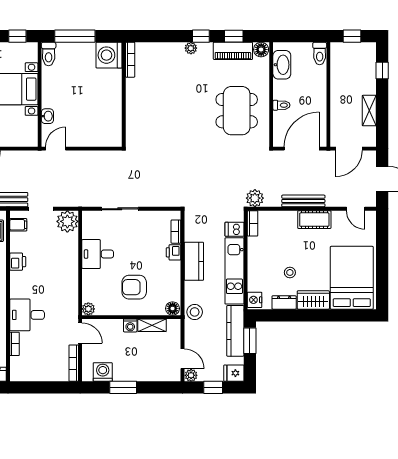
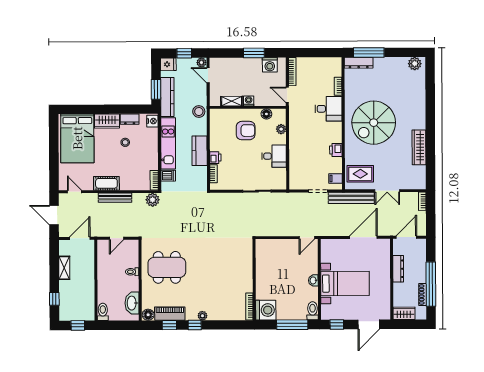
dining table: (237, 111) -> (167, 267), turned 90
washbasin: (47, 116) -> (313, 280), moved
door: (302, 149) -> (116, 238), width x0.53
plant: (67, 221) -> (298, 181), removed
floor lamp: (173, 308) -> (266, 114), moved
plant: (88, 309) -> (281, 129), moved

